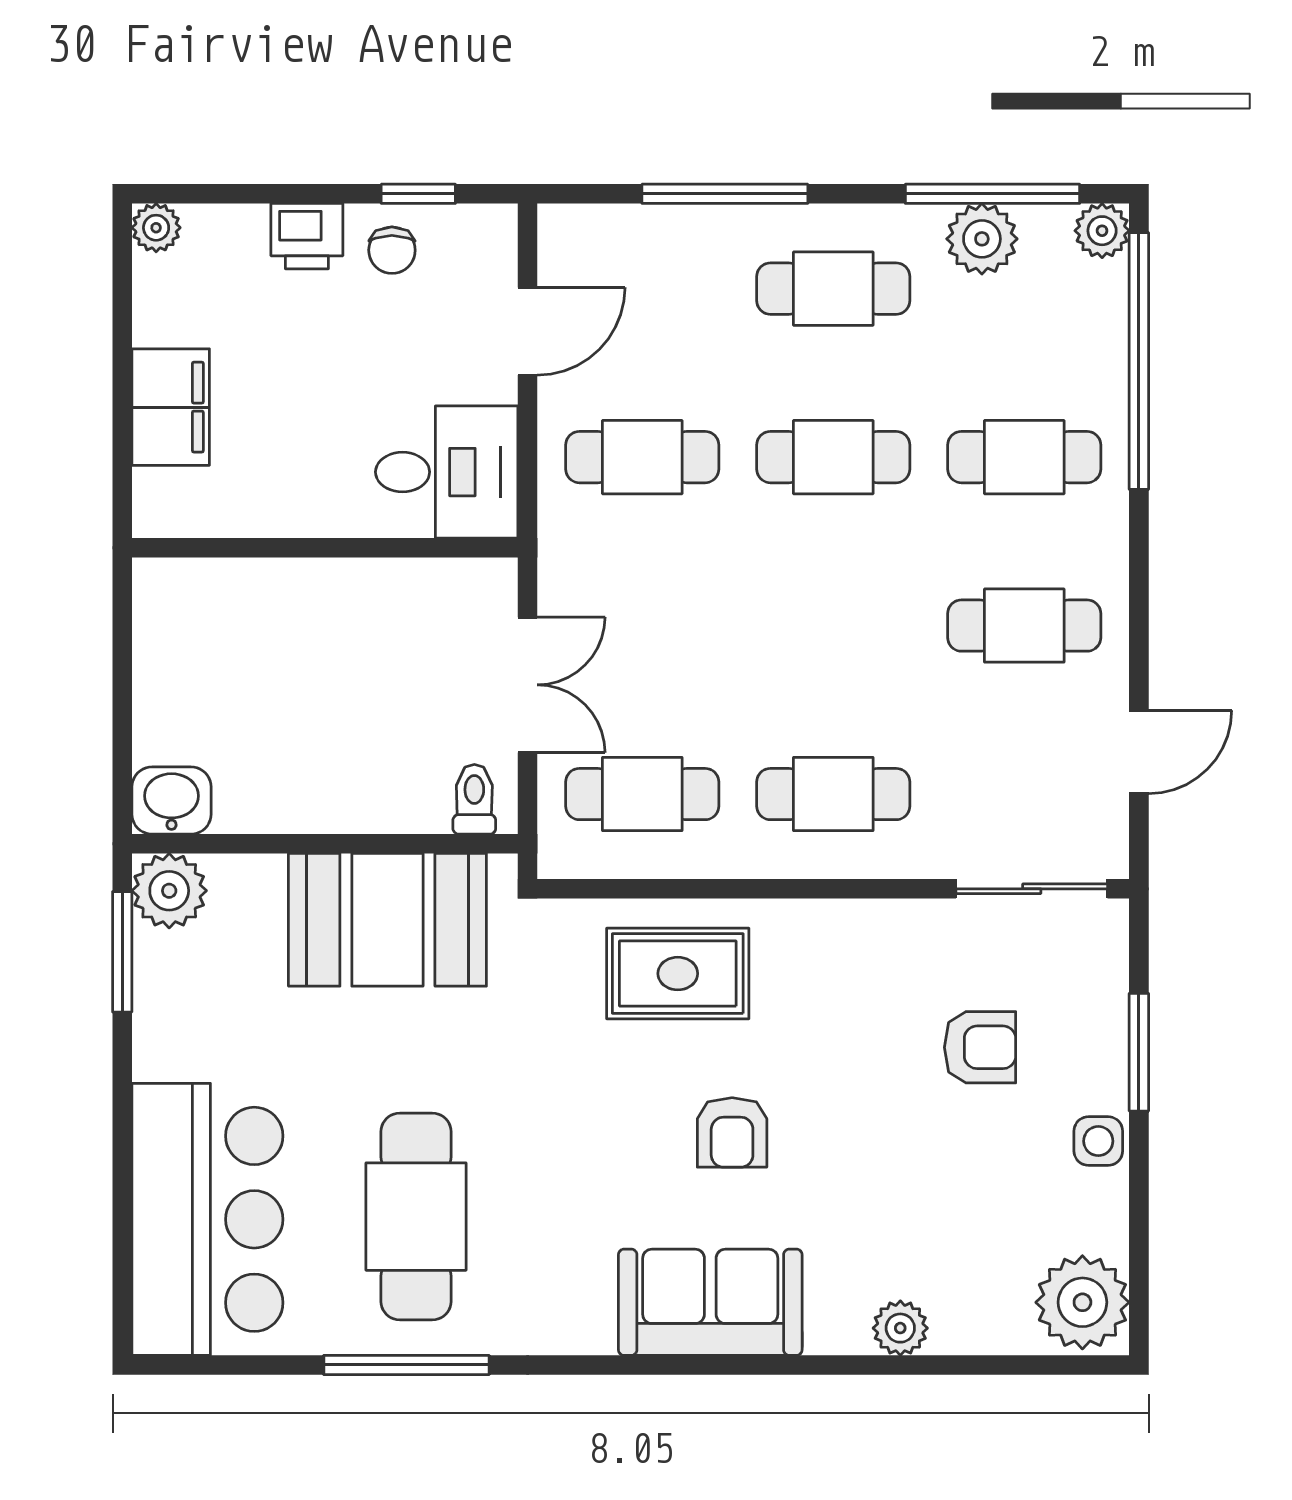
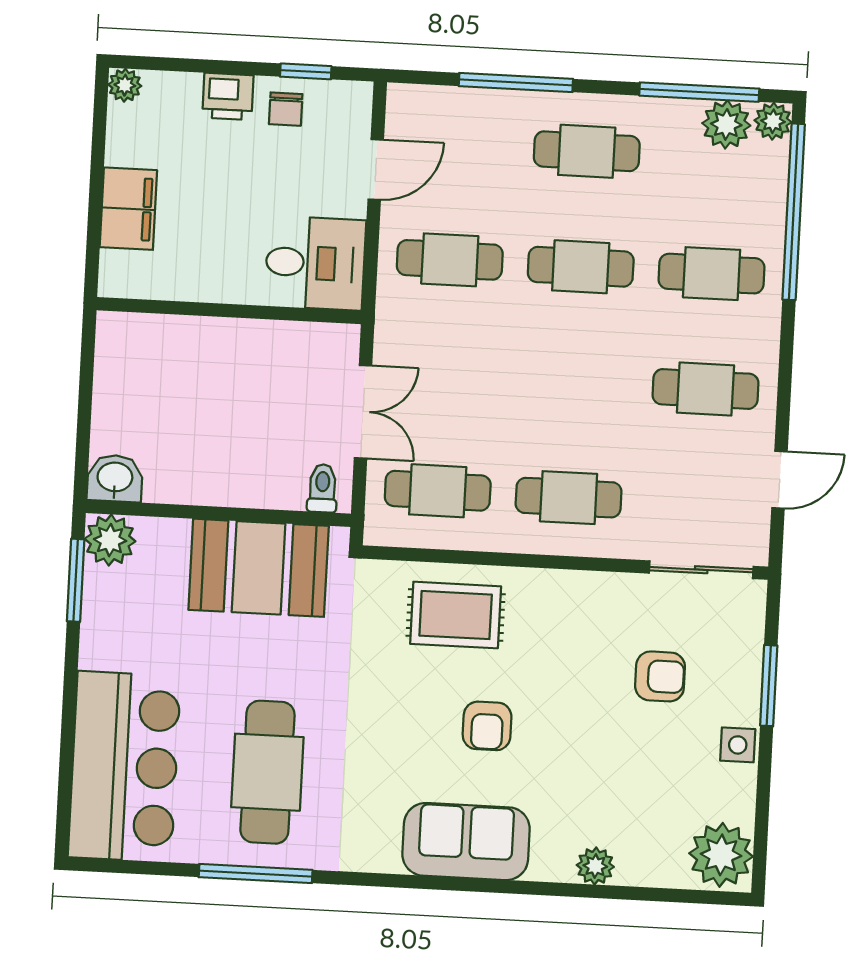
plant: (982, 239) -> (726, 124), moved

